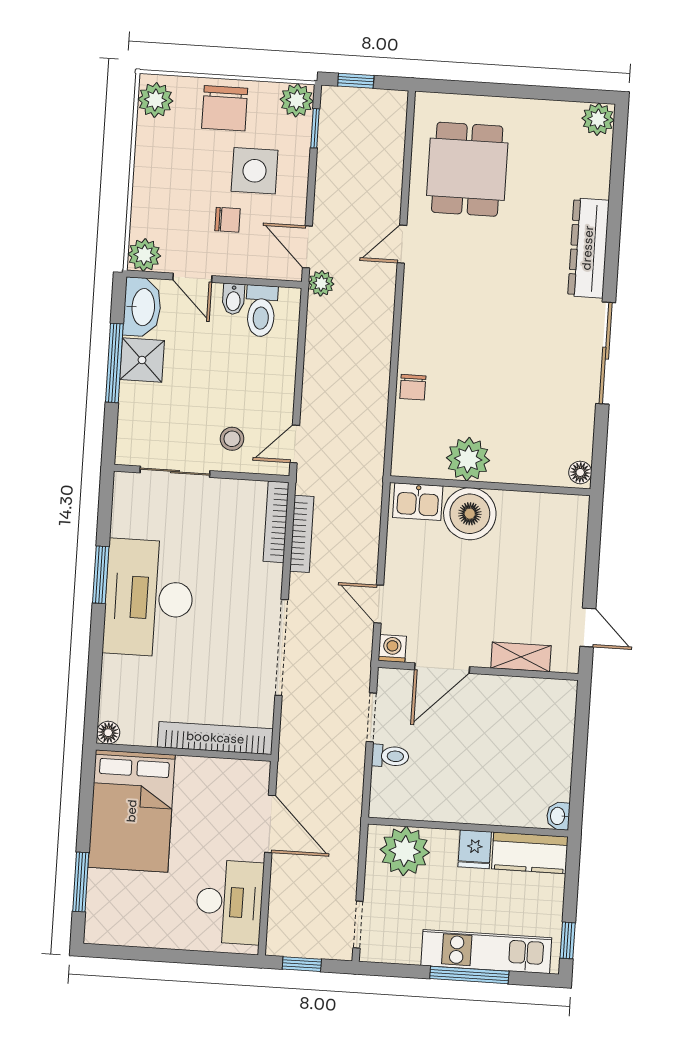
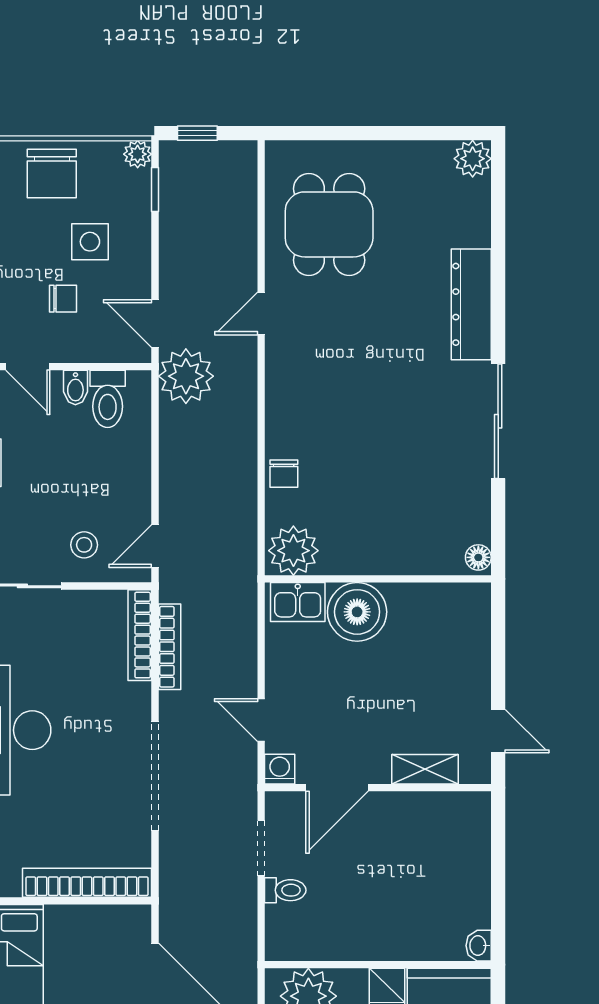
plant: (297, 100) -> (138, 154), width x0.73, depth x0.73
side table: (255, 171) -> (90, 242), width x0.73, depth x0.73
plant: (321, 283) -> (186, 376), width x1.87, depth x1.87
plant: (468, 459) -> (293, 551), moved

